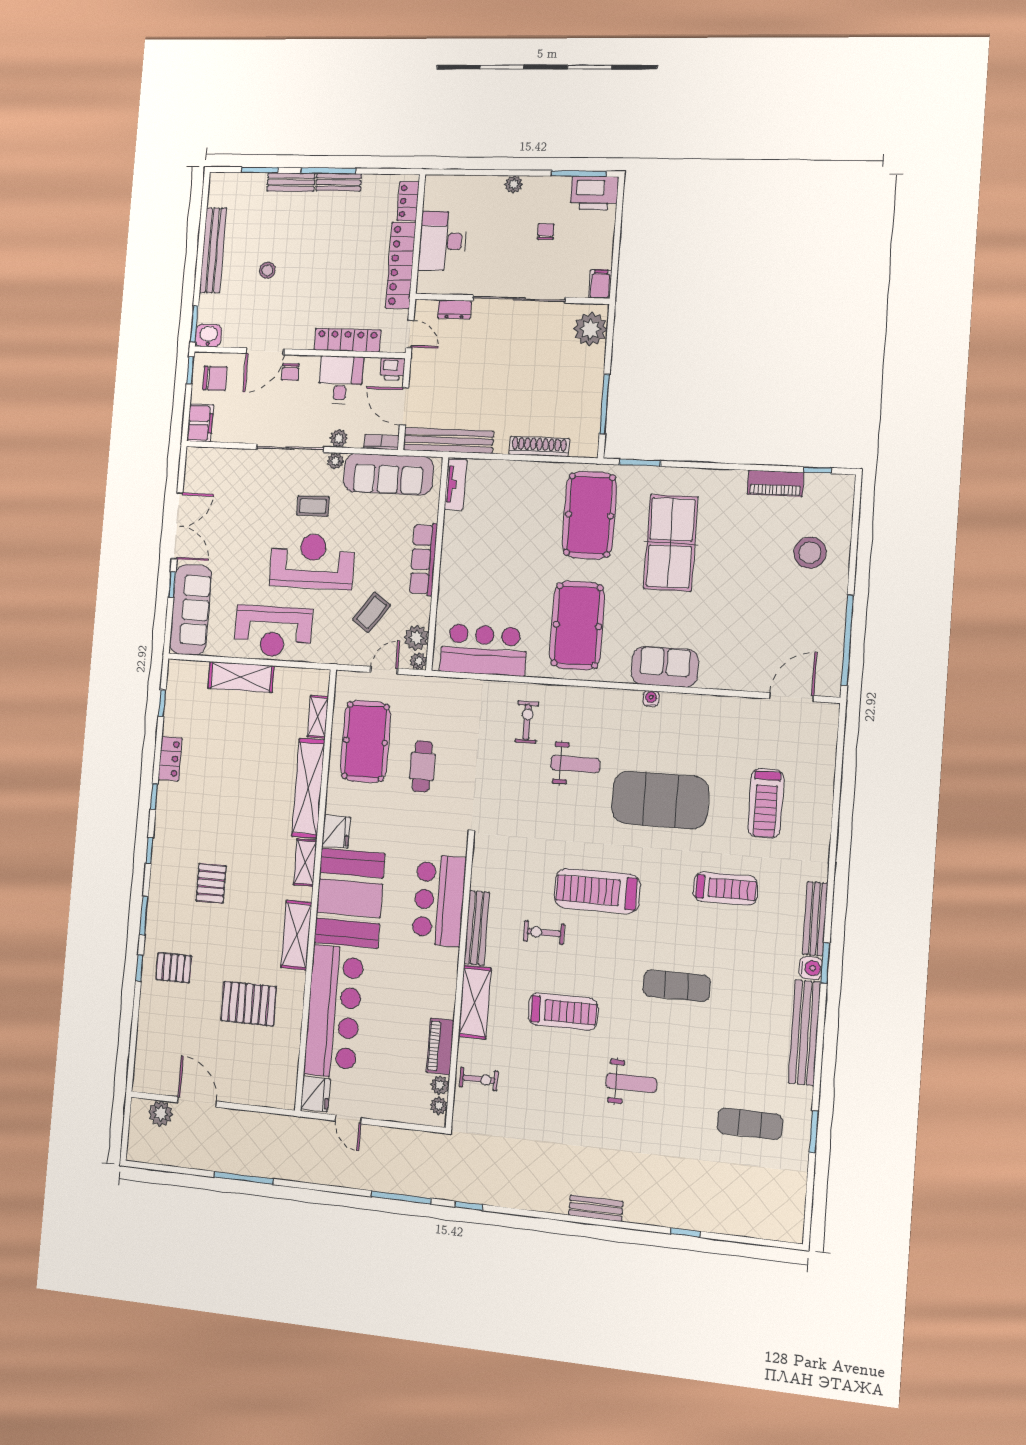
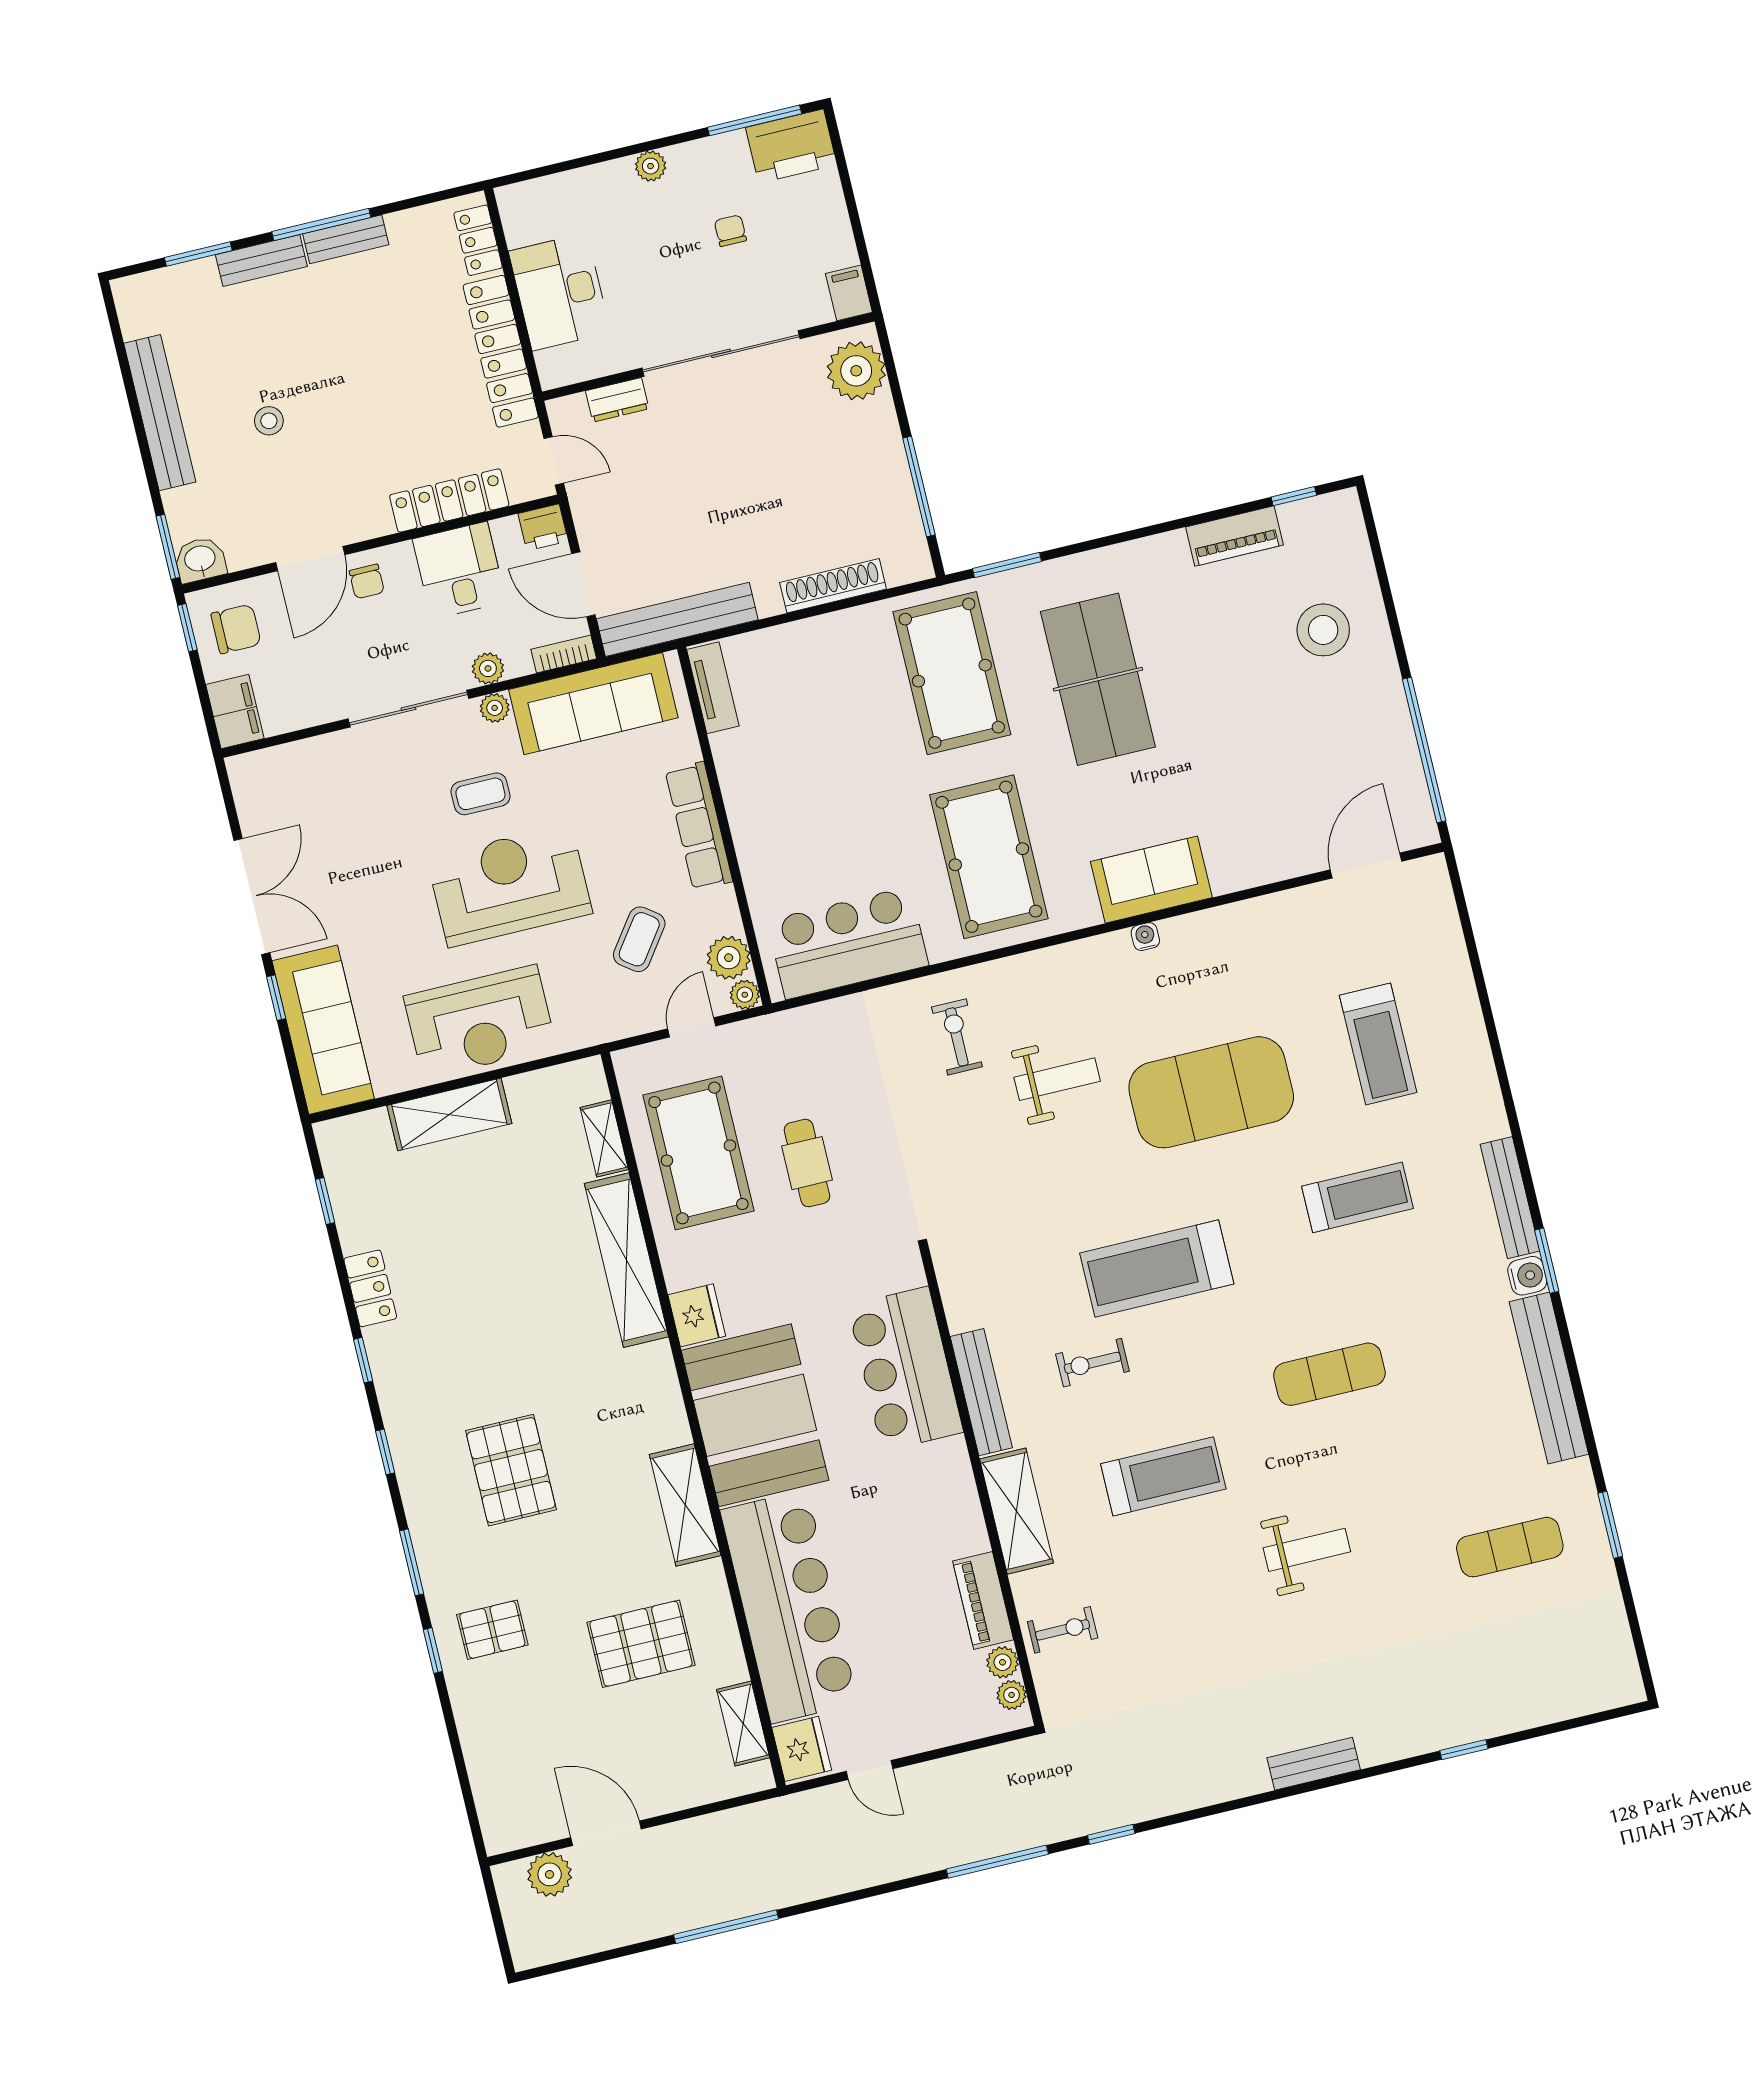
shelving: (305, 862) -> (743, 1724), moved
pallet: (211, 883) -> (511, 1470), width x1.50, depth x1.42

